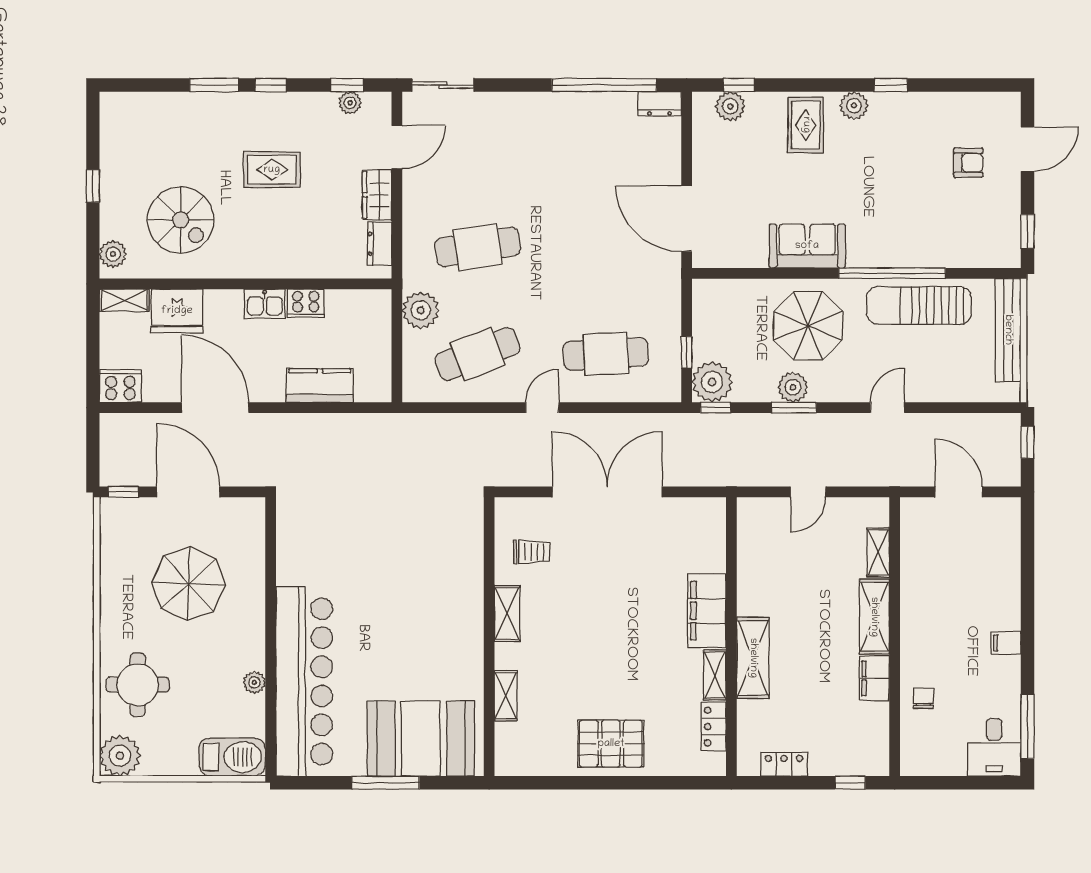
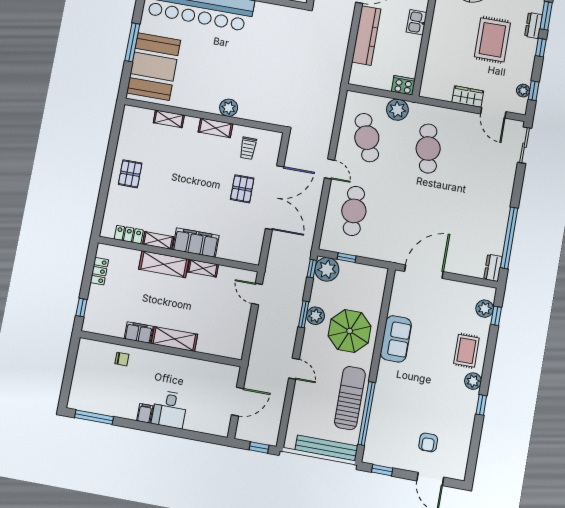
rug: (806, 125) -> (466, 351), turned 90
rug: (272, 170) -> (492, 40), width x1.36, depth x1.43
dresser: (380, 244) -> (533, 25), moved, turned -90
window: (892, 273) -> (367, 413), moved
cooker: (306, 303) -> (403, 85), moved, turned 90
kitchen counter: (320, 386) -> (366, 36), width x1.50
door: (808, 492) -> (257, 294), moved
pallet: (602, 549) -> (242, 189), added
shelving: (878, 553) -> (203, 268), moved
plant: (469, 598) -> (229, 108), added
pallet: (611, 744) -> (130, 174), width x0.67, depth x0.71
desk: (994, 747) -> (170, 409), moved, turned -90

